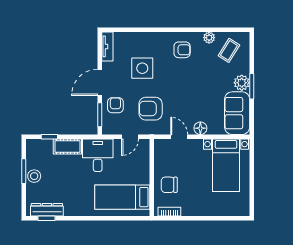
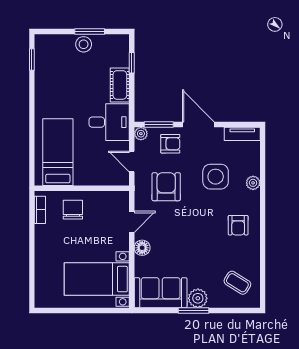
plant: (209, 38) -> (253, 183), moved
plant: (107, 129) -> (141, 134), added
dresser: (47, 210) -> (42, 60), removed

